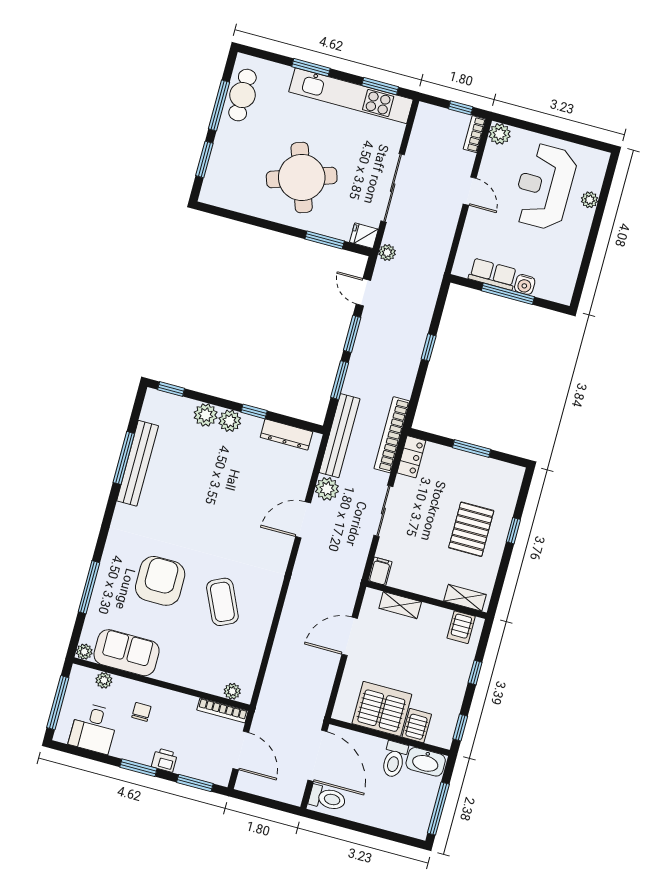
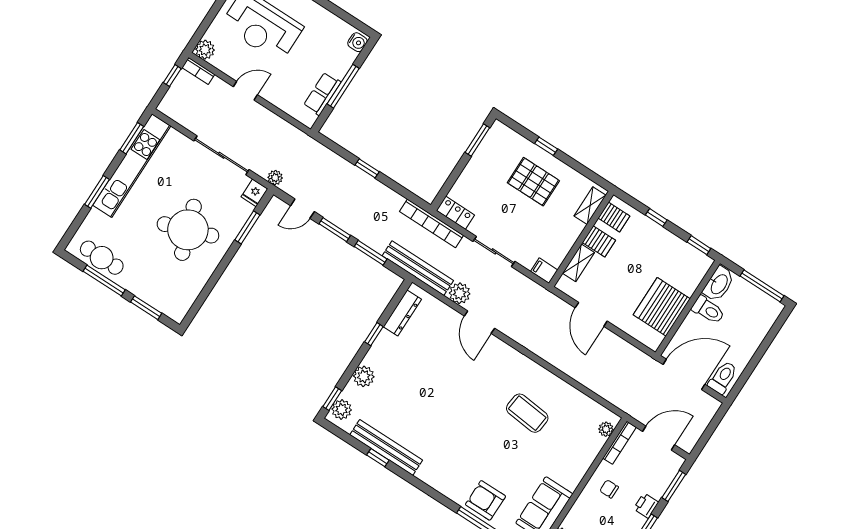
water cooler: (525, 284) -> (357, 42), moved
plant: (230, 421) -> (342, 409), moved
window: (472, 449) -> (477, 140), moved
window: (124, 458) -> (378, 458), width x0.46
armchair: (160, 581) -> (485, 500), moved, width x0.73, depth x0.73
coffee table: (222, 602) -> (527, 413), turned 31
chair: (141, 712) -> (609, 489), moved
server rack: (417, 726) -> (599, 241), moved, turned 180

